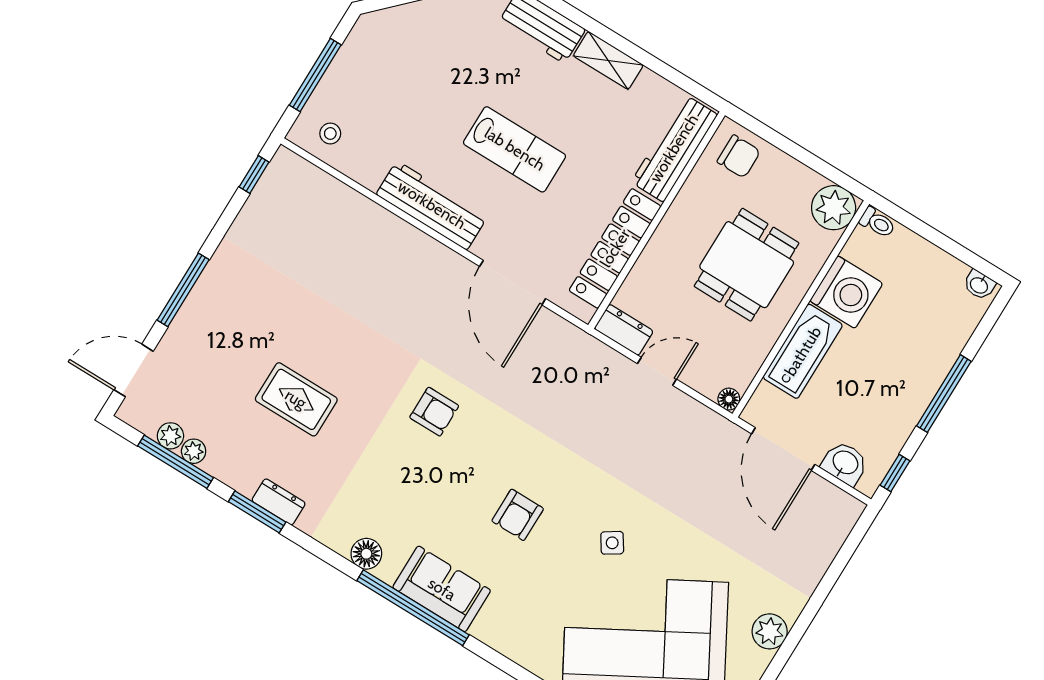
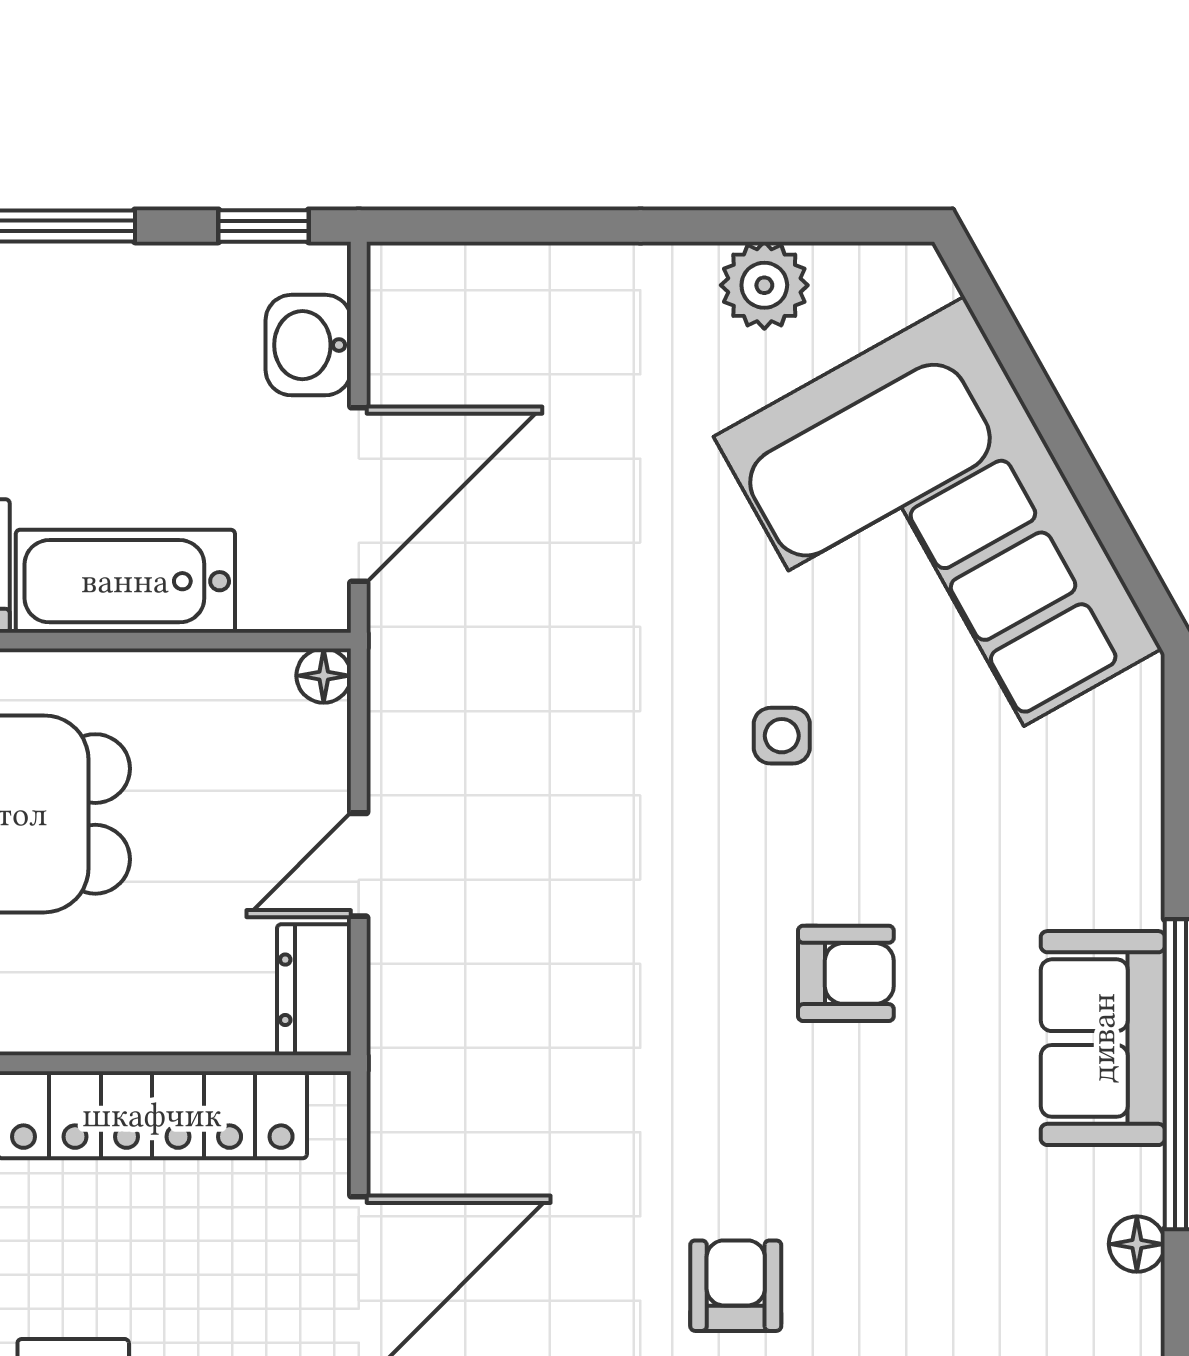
door: (657, 371) -> (359, 865), hinge flipped
side table: (612, 543) -> (782, 736), turned 33
floor lamp: (366, 554) -> (1137, 1244), width x0.73, depth x0.73

